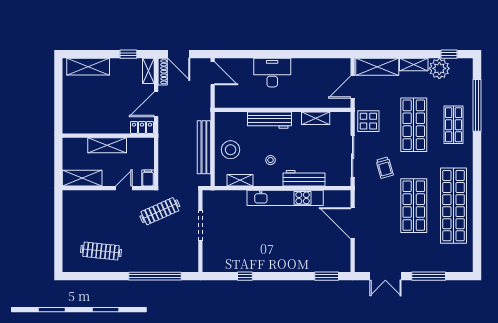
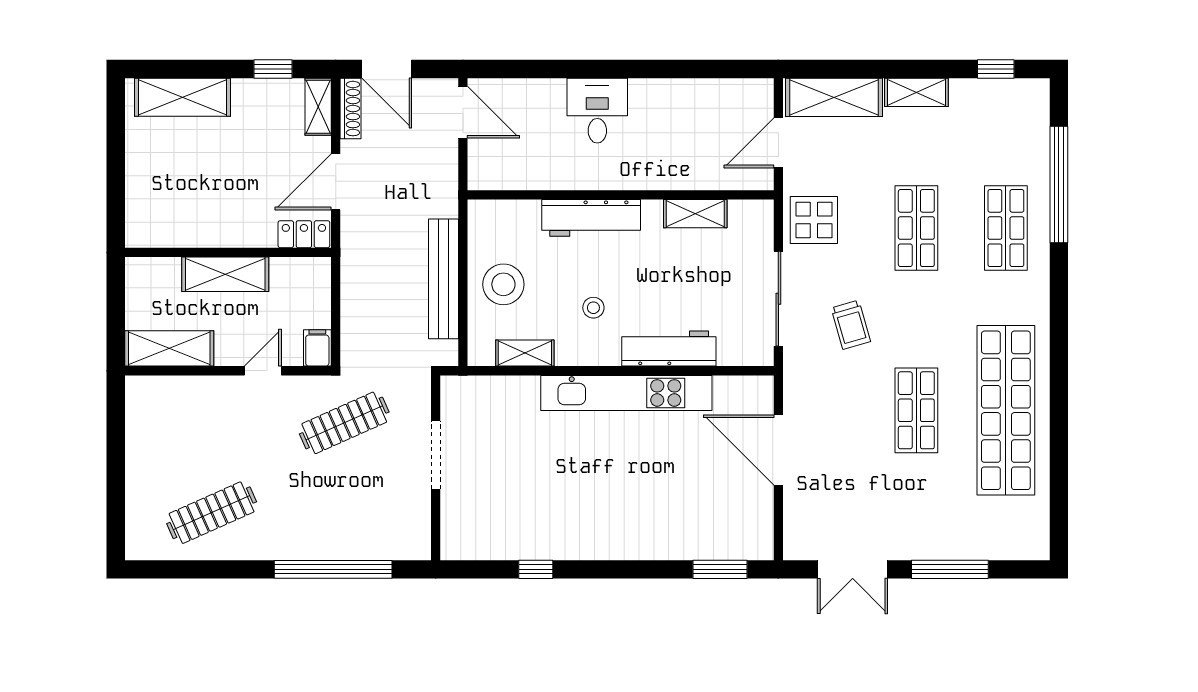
plant: (439, 68) -> (974, 101), removed
desk: (272, 73) -> (597, 111), width x0.73
shop shelf: (414, 125) -> (916, 228), width x0.70, depth x0.74
shop shelf: (414, 206) -> (916, 410), width x0.70, depth x0.74
clothes rail: (101, 251) -> (212, 513), turned -30

